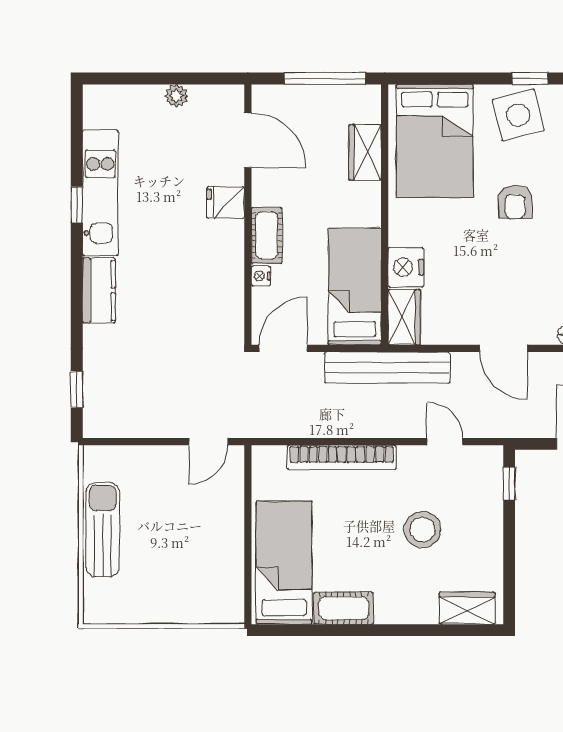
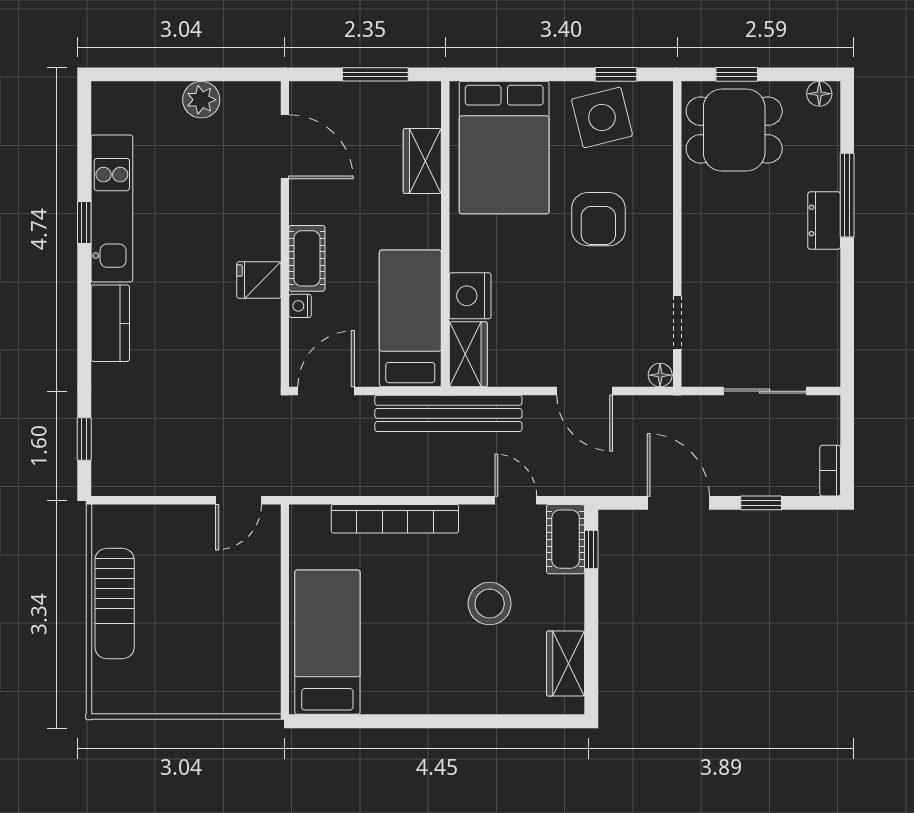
window: (325, 78) -> (375, 74), width x0.69
plant: (176, 96) -> (201, 100), width x1.38, depth x1.38
fridge: (226, 202) -> (259, 280), moved
armchair: (515, 202) -> (598, 219), width x1.38, depth x1.38
sun lounger: (103, 530) -> (115, 603), turned 180
cot: (344, 608) -> (566, 539), moved, turned 90
wardrobe: (467, 608) -> (566, 664), moved, turned -90

